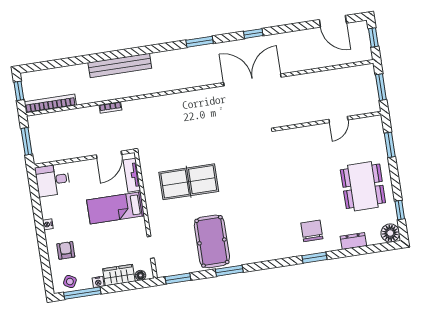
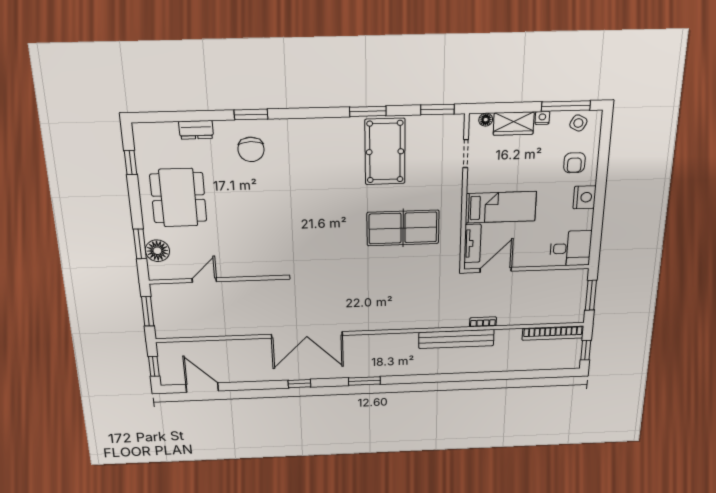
bench: (120, 65) -> (456, 339), moved
nightstand: (48, 224) -> (585, 197), width x1.89, depth x1.79
floor lamp: (390, 233) -> (157, 251), moved

